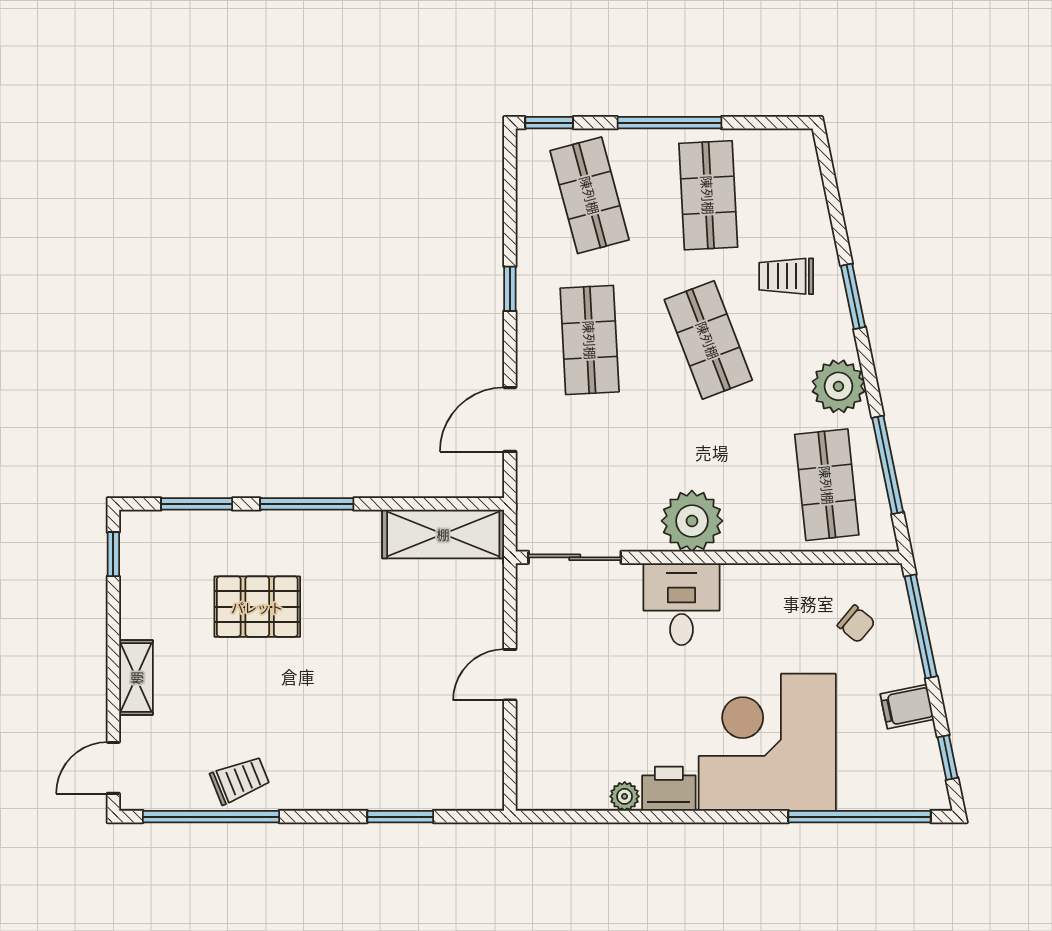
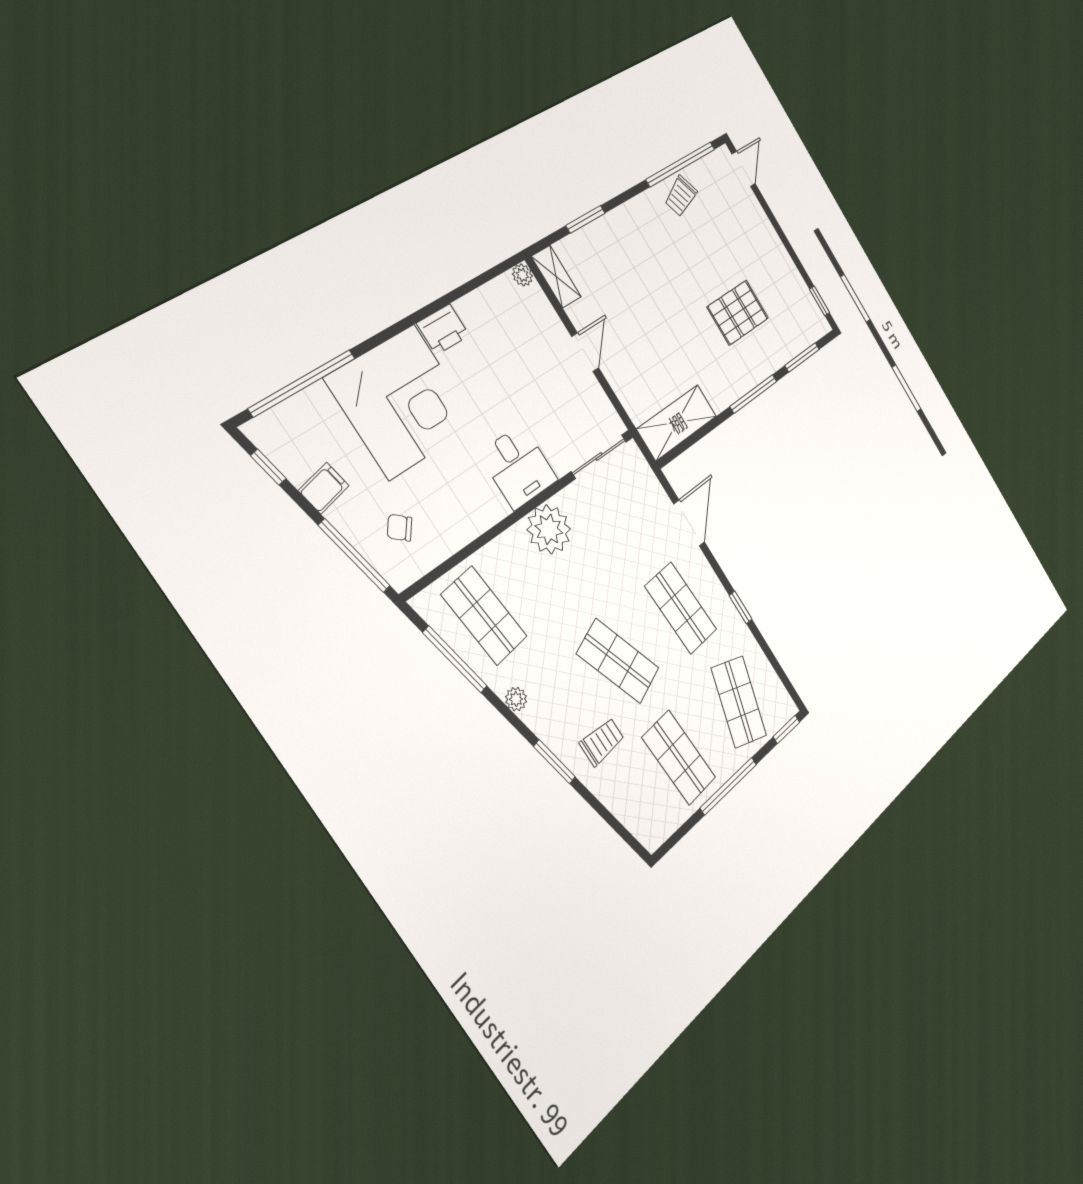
shop shelf: (590, 195) -> (739, 702), turned 33
plant: (838, 386) -> (516, 699), width x0.53, depth x0.53
shelving: (136, 678) -> (556, 277), moved
plant: (625, 796) -> (522, 275), moved

